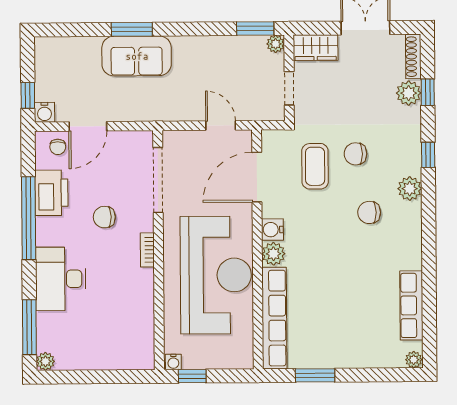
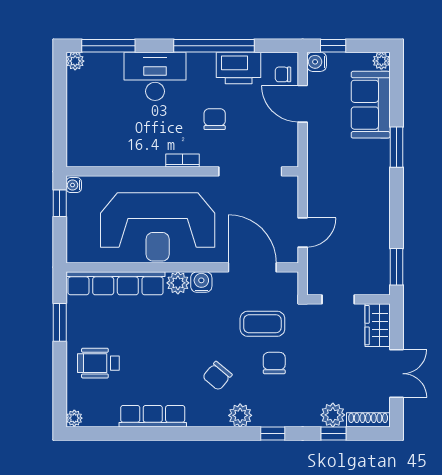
plant: (276, 44) -> (381, 61), moved
sofa: (137, 56) -> (371, 105), moved
chair: (369, 212) -> (217, 376), turned -140
row of seats: (411, 305) -> (153, 416), moved
wheelchair: (357, 335) -> (98, 363), added

